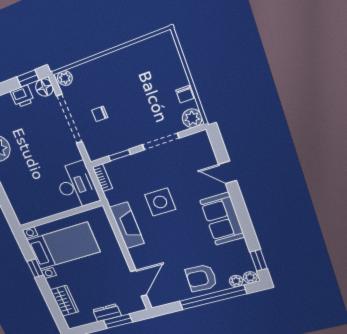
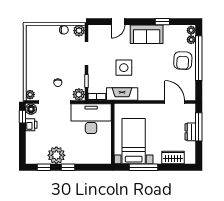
plant: (95, 151) -> (79, 94), added
desk: (76, 185) -> (91, 119), width x1.36, depth x1.30
fireplace: (127, 225) -> (122, 94), moved
window: (259, 260) -> (162, 22), moved
window: (35, 268) -> (144, 167), width x2.17
window: (118, 321) -> (199, 127), width x1.44

